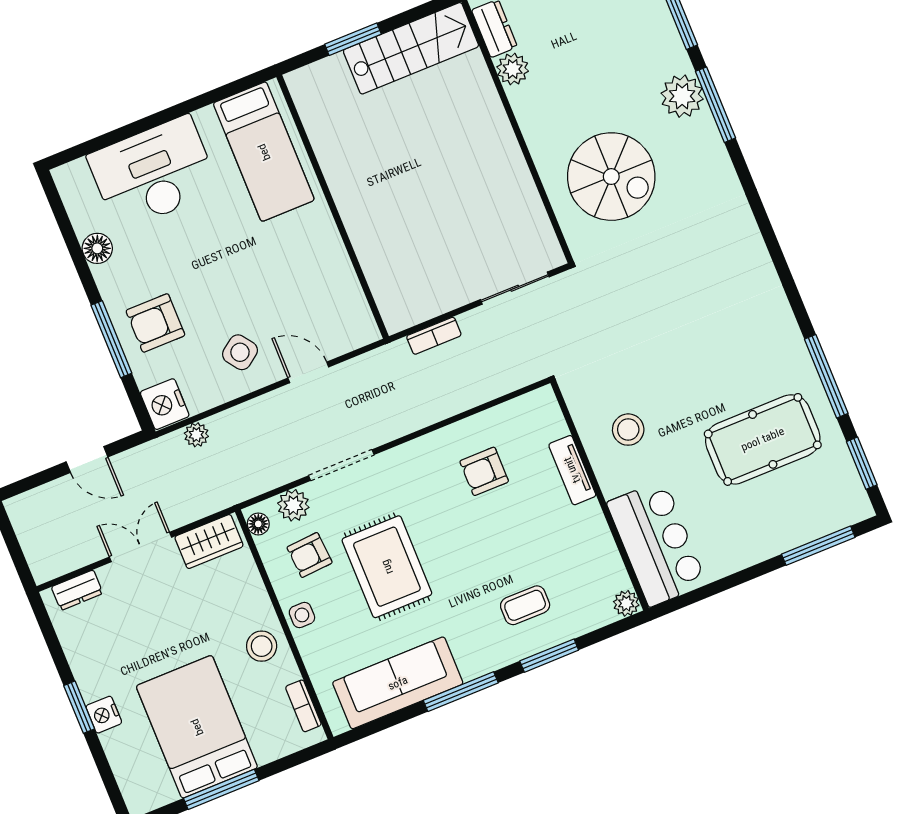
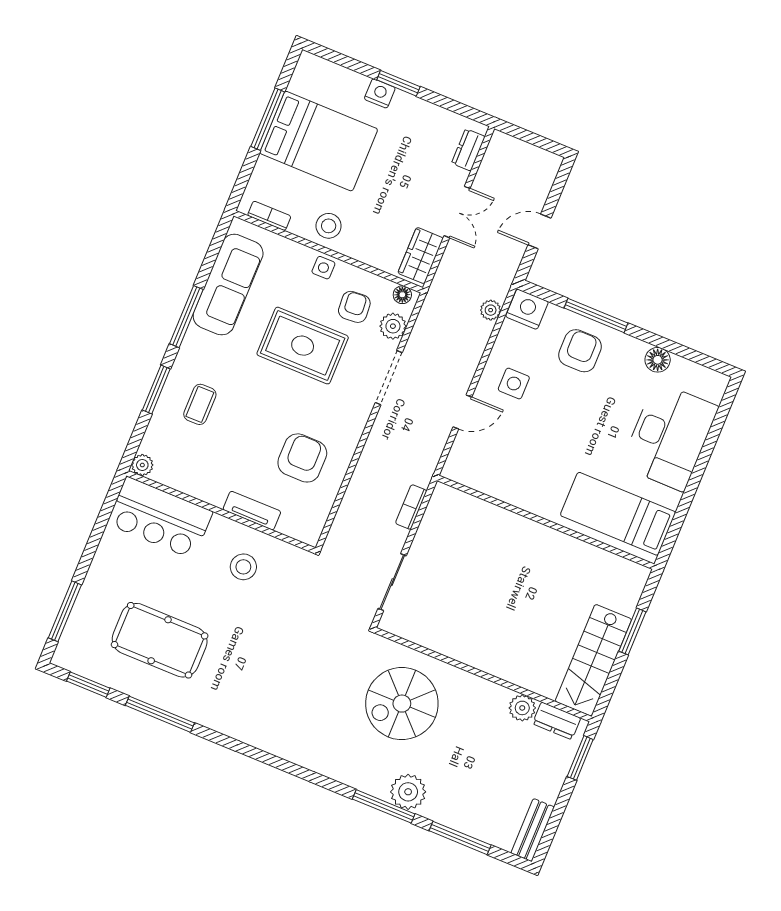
side table: (240, 352) -> (514, 383), turned 36
pool table: (763, 439) -> (160, 640), turned 90
armchair: (484, 471) -> (302, 458), width x1.38, depth x1.38

